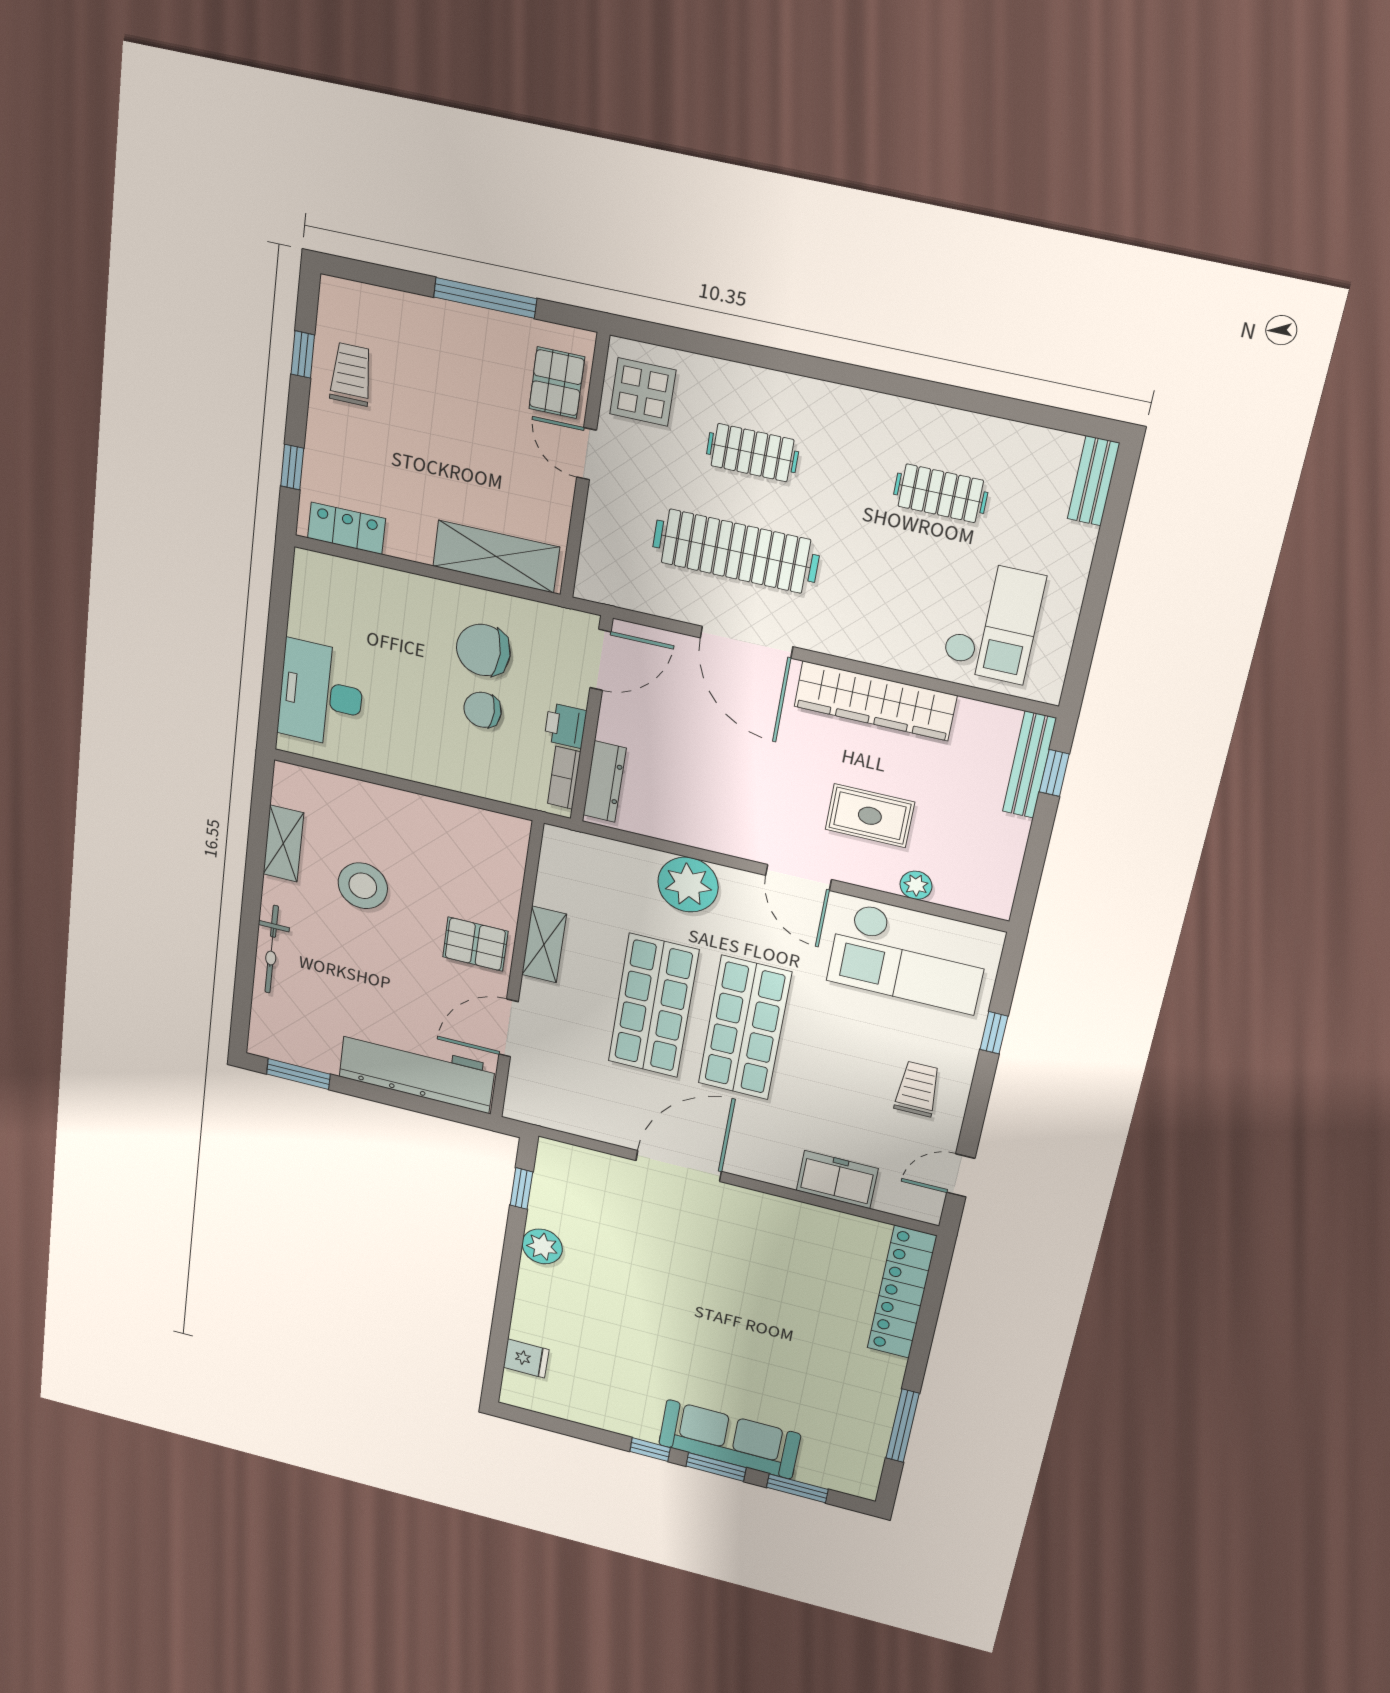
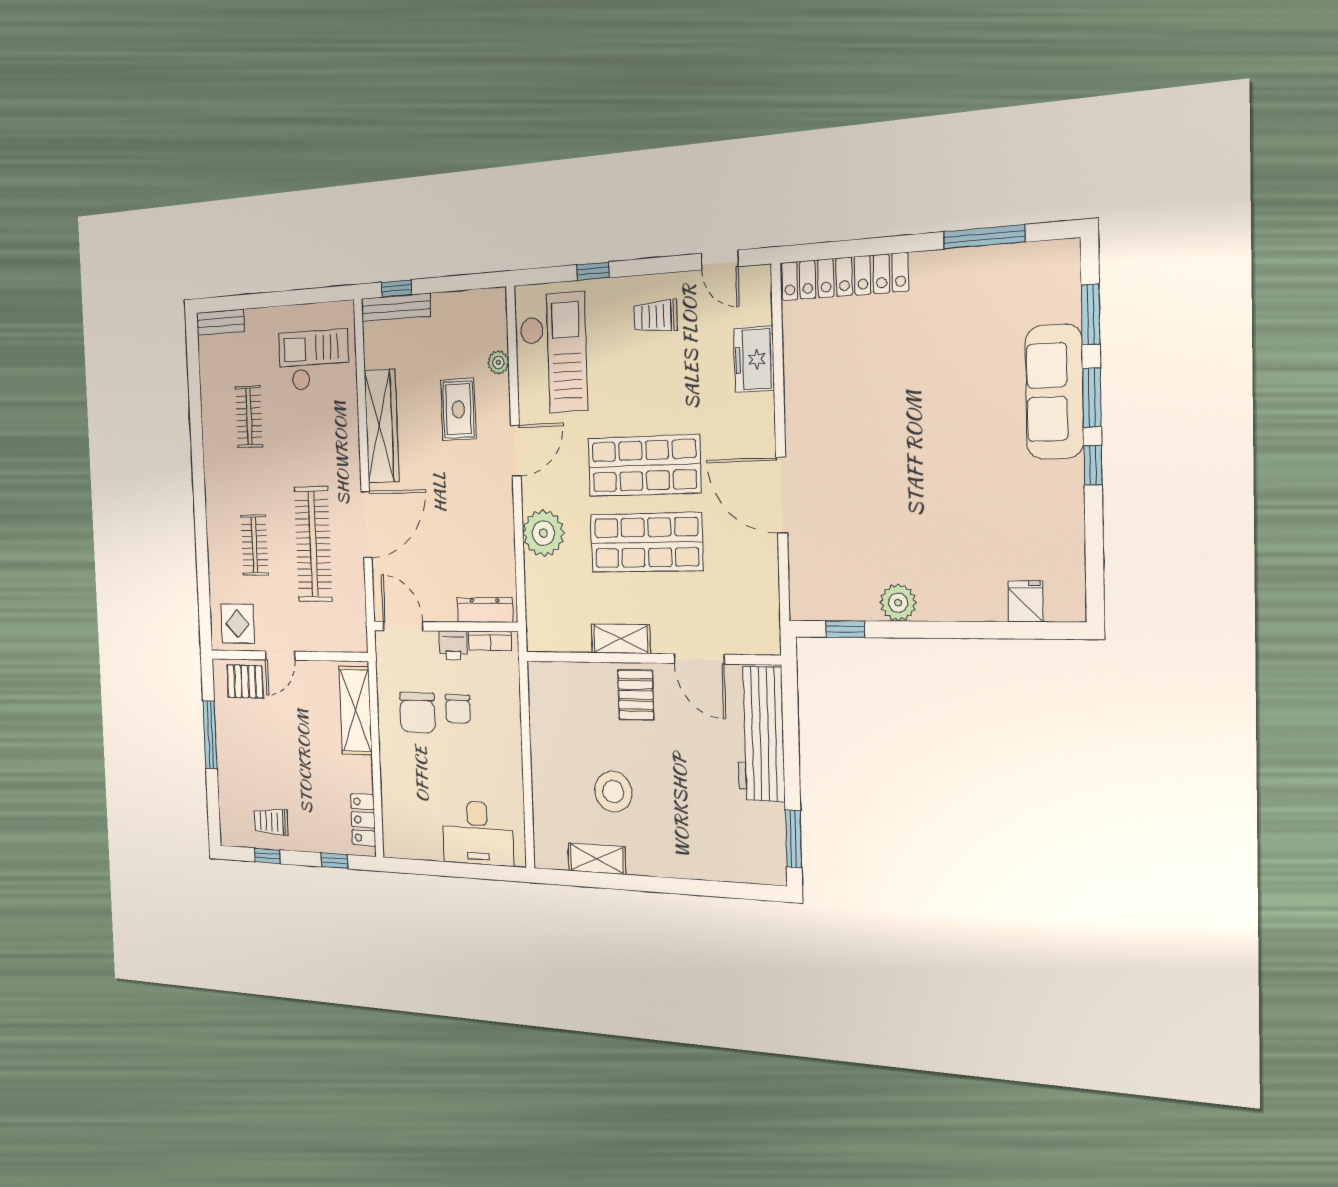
bicycle: (272, 949) -> (687, 866), removed

